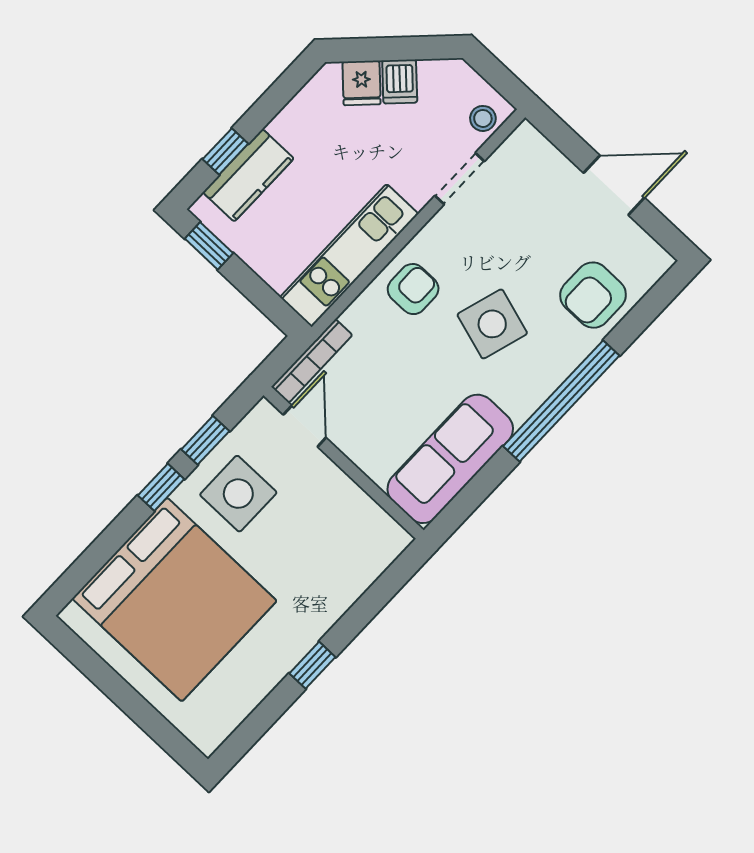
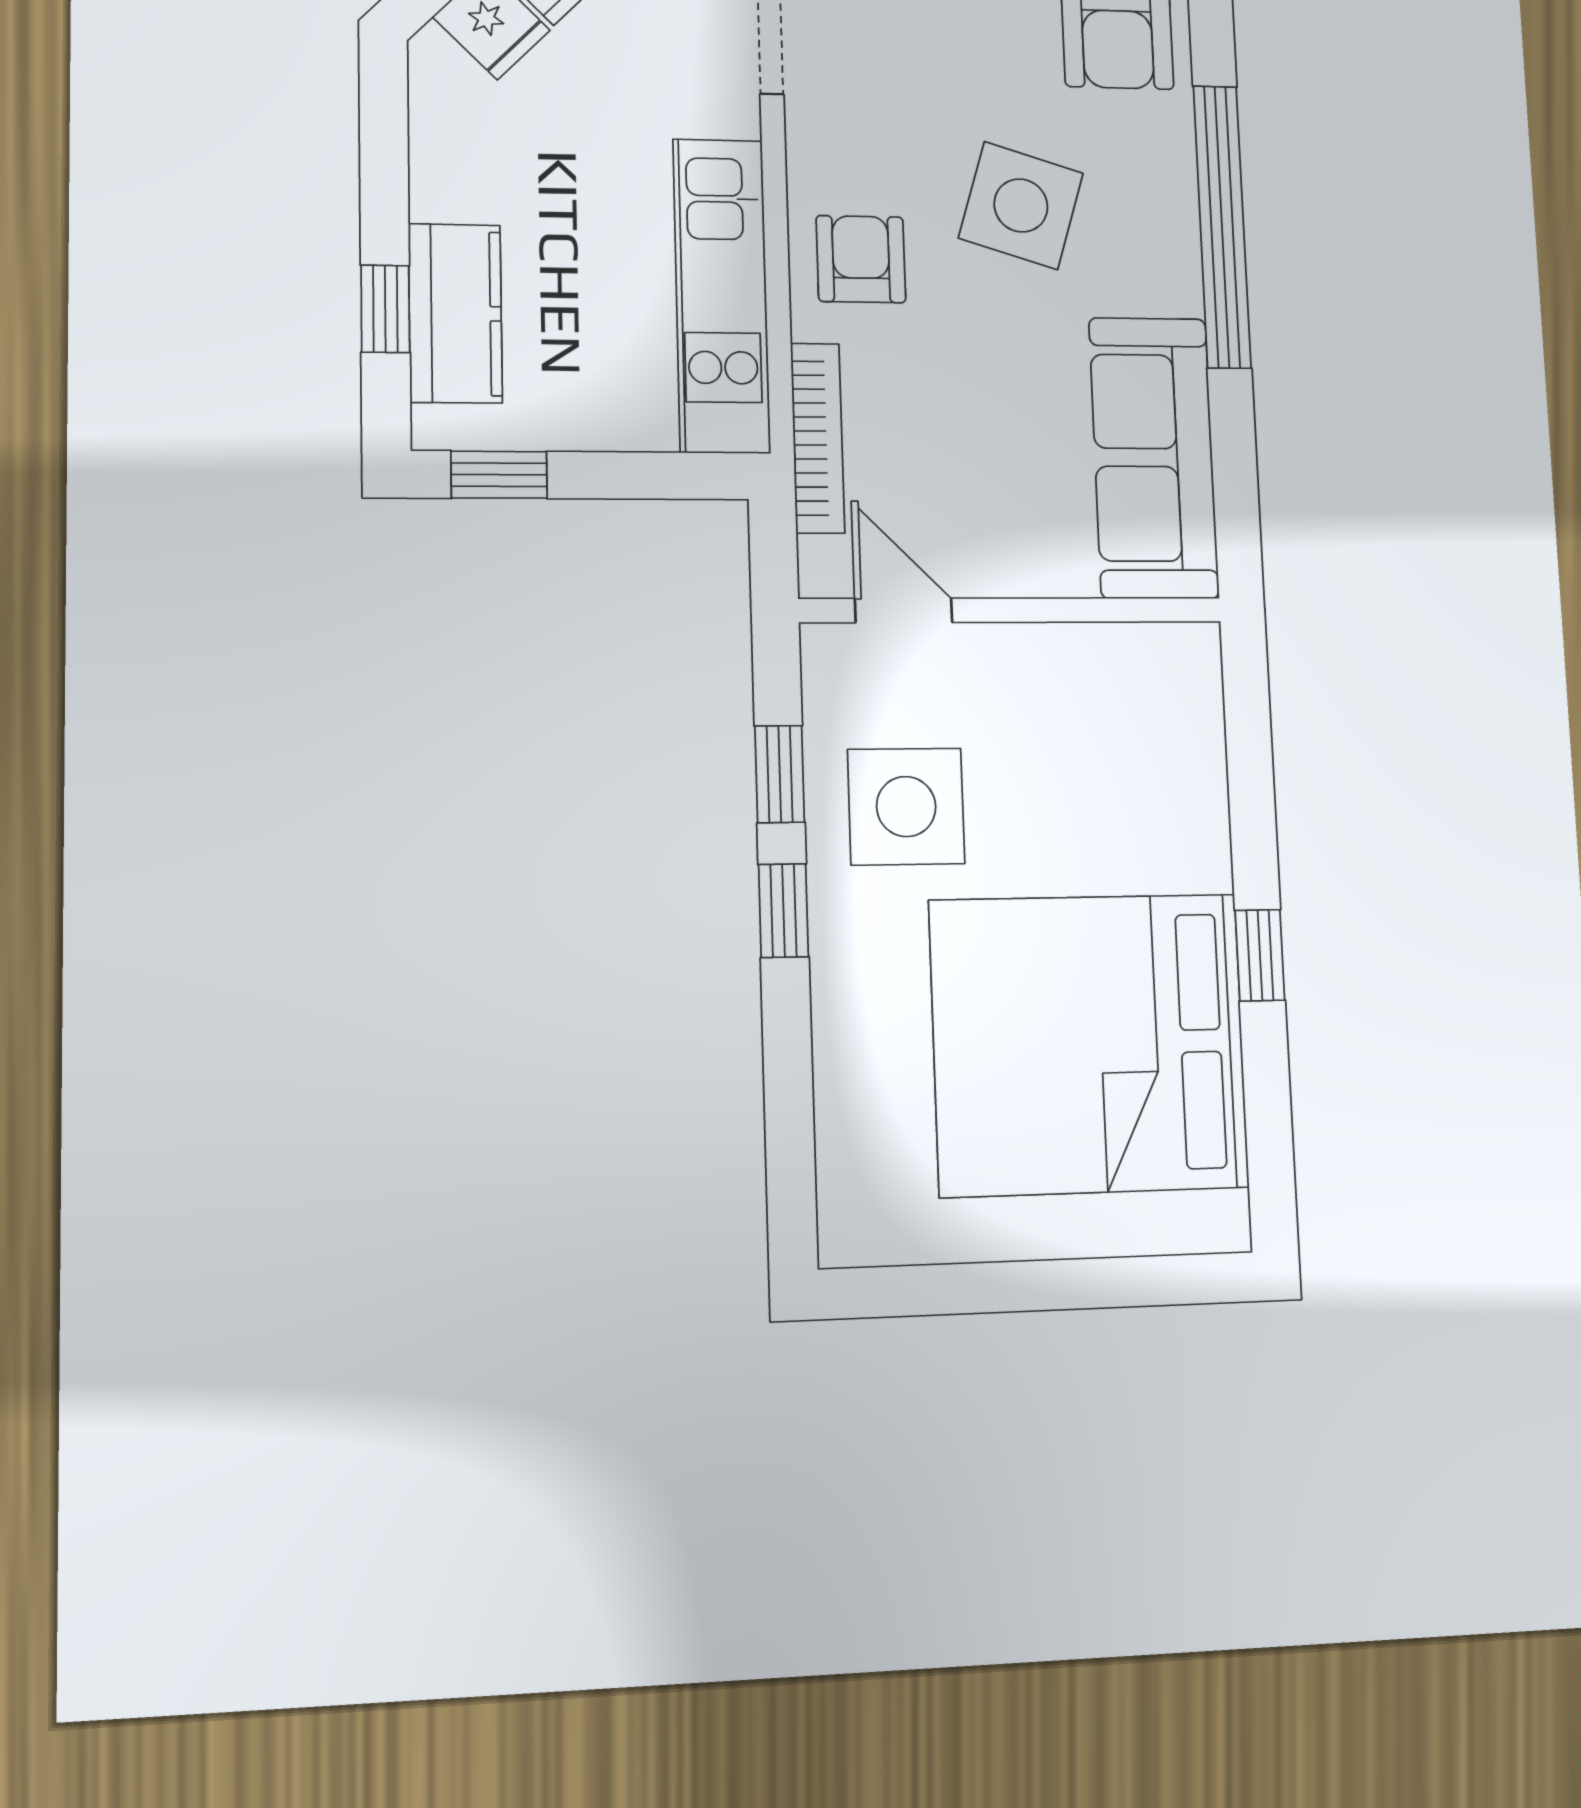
bookcase: (312, 361) -> (818, 438), moved
bed: (174, 600) -> (1089, 1044), moved, turned 180

